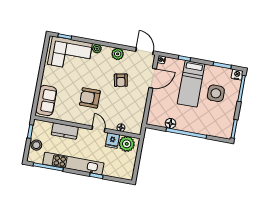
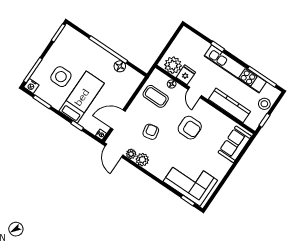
plant: (97, 49) -> (131, 154), moved
coffee table: (130, 111) -> (156, 96), added
kitchen counter: (65, 131) -> (229, 105), width x1.50

